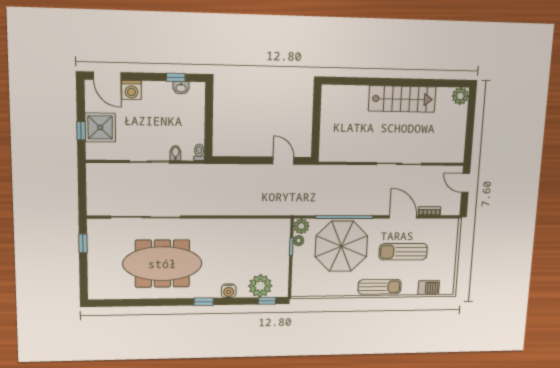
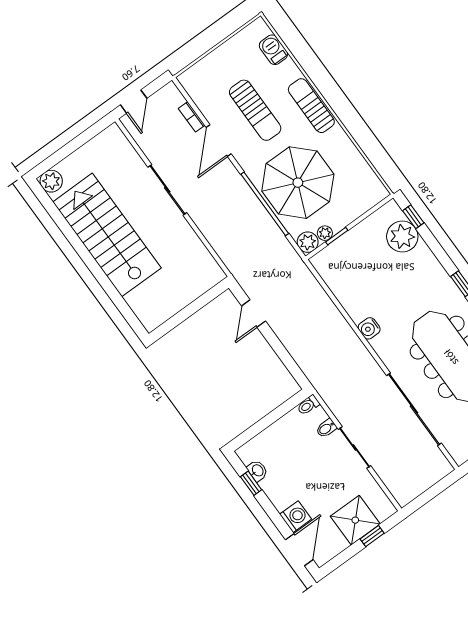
stairs: (402, 99) -> (107, 235), width x1.36, depth x1.51
water cooler: (229, 291) -> (369, 328), moved, turned 180

